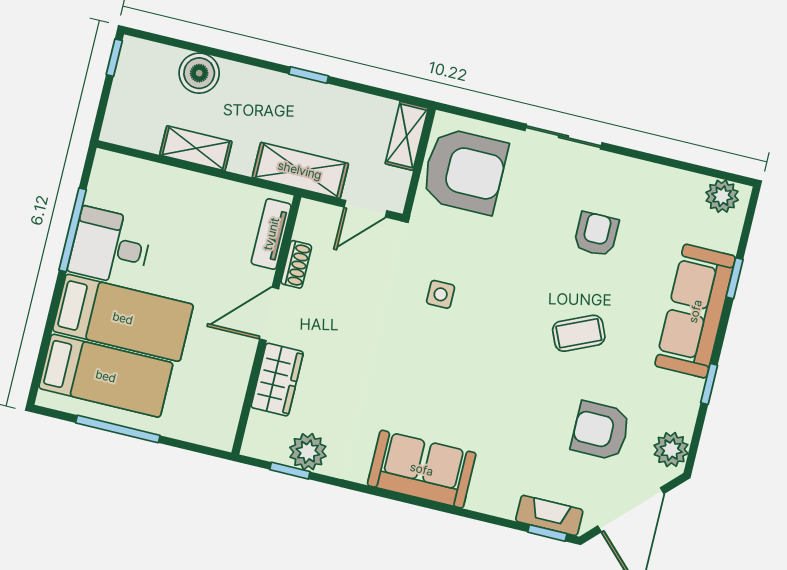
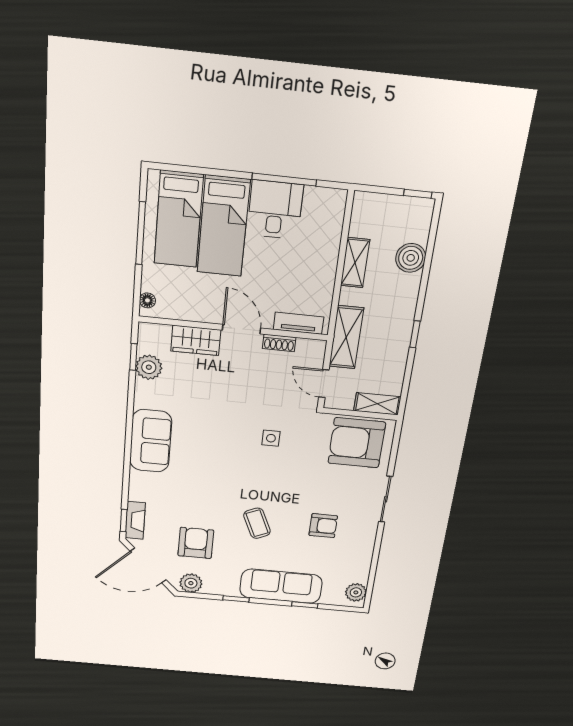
armchair: (464, 171) -> (357, 443), turned 90
floor lamp: (211, 436) -> (147, 300), added

